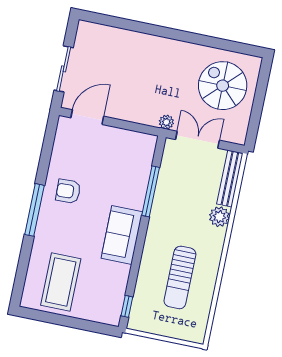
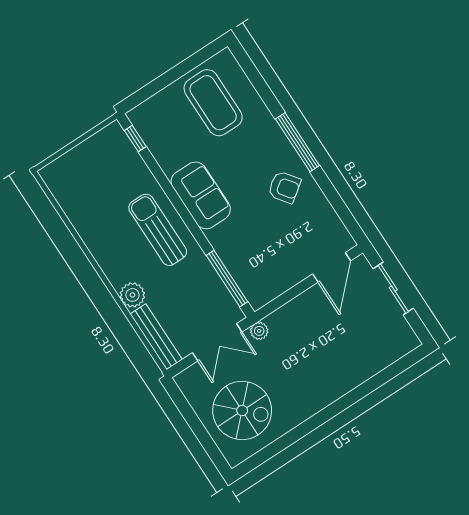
armchair: (68, 191) -> (284, 187), turned 56
window: (151, 191) -> (227, 279), moved
sun lounger: (180, 277) -> (158, 230), moved

